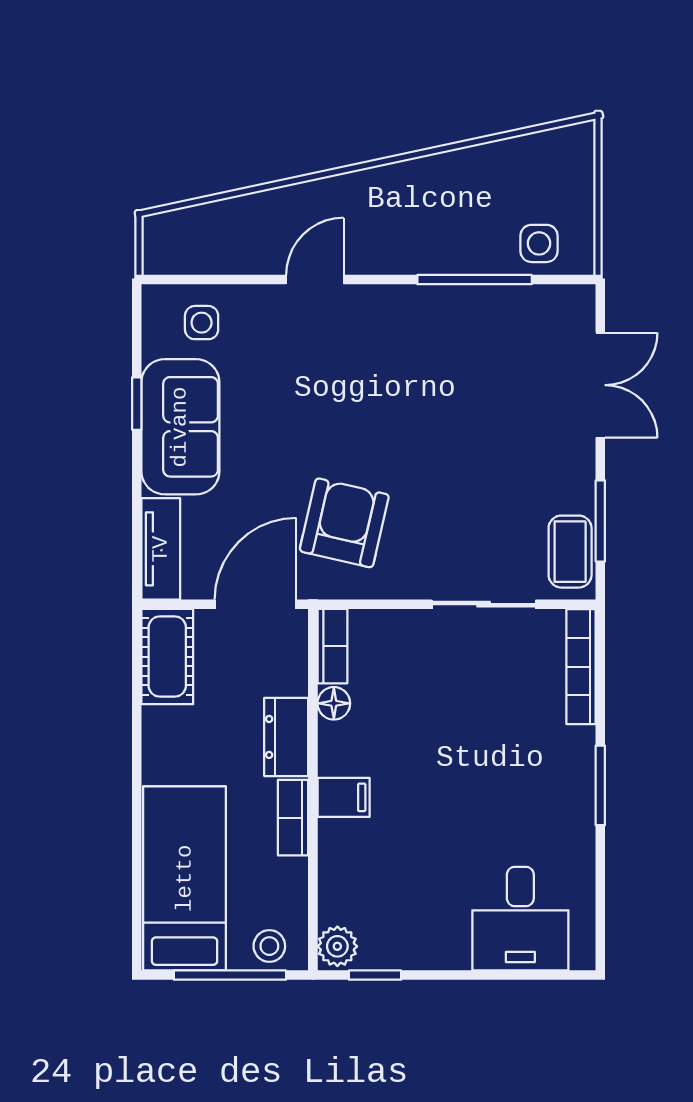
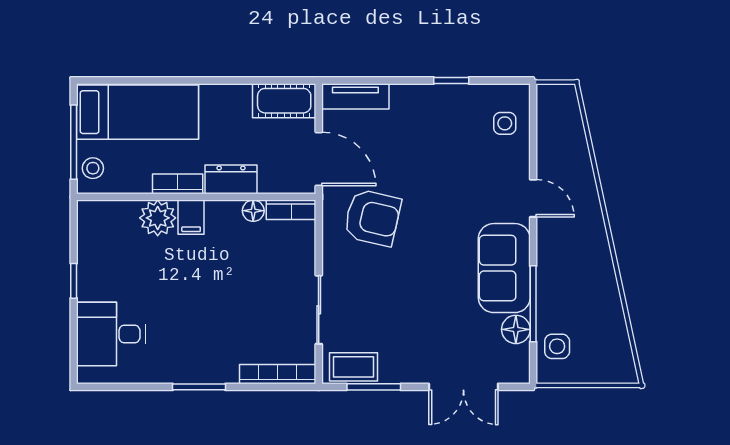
floor lamp: (513, 306) -> (516, 329), added
sofa: (180, 427) -> (504, 268), moved, turned 90
plant: (337, 946) -> (158, 218), moved, width x1.38, depth x1.38
window: (375, 975) -> (74, 281), moved

